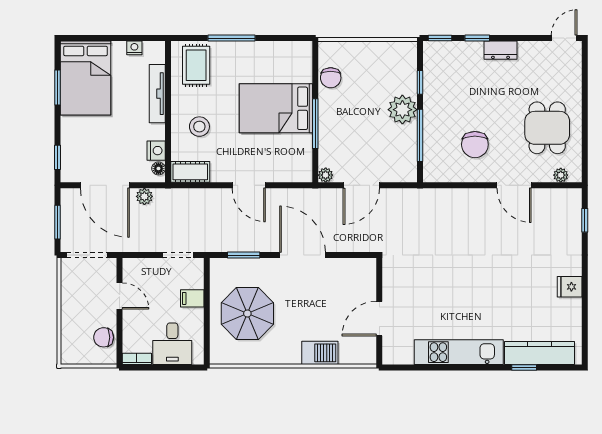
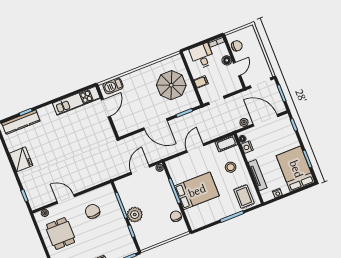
door: (249, 185) -> (195, 148), hinge flipped
fridge: (570, 287) -> (21, 159), width x1.88, depth x1.34
door: (120, 296) -> (237, 69), swing flipped
floor lamp: (131, 319) -> (227, 60), added
kitchen unit: (459, 352) -> (76, 101), moved
barbecue: (320, 353) -> (113, 86), moved

